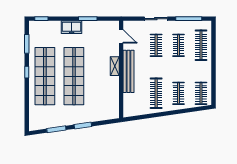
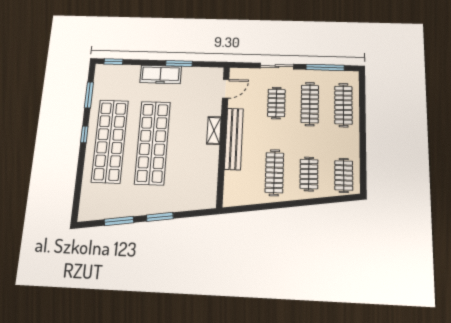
freezer: (72, 27) -> (161, 74), width x1.40
door: (121, 36) -> (226, 89), hinge flipped
clothes rail: (179, 45) -> (310, 104), width x1.36

